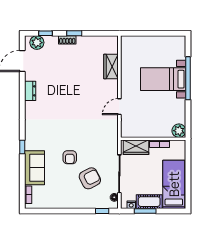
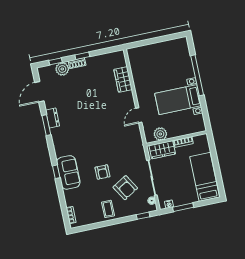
plant: (37, 43) -> (62, 69), moved
bed with nightstands: (163, 79) -> (178, 100), moved
window: (22, 97) -> (46, 125), added
plant: (179, 131) -> (160, 134), moved
sofa: (35, 168) -> (68, 172), moved
armchair: (90, 178) -> (125, 188), turned 86
coffee table: (67, 196) -> (108, 209), added
cot: (149, 202) -> (185, 198), removed

